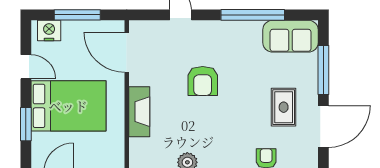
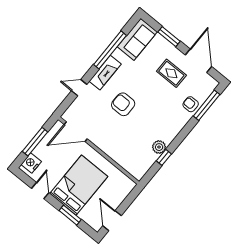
door: (26, 67) -> (40, 191), hinge flipped
window: (323, 70) -> (169, 37), width x0.69
armchair: (203, 81) -> (123, 104), turned 180
fireplace: (139, 112) -> (105, 73), moved, turned 90

